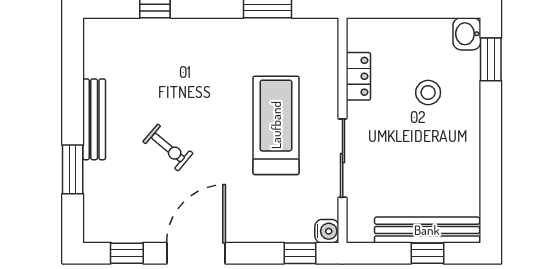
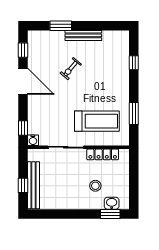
washbasin: (467, 34) -> (112, 203), moved
locker: (358, 76) -> (103, 154), width x1.53
treadmill: (276, 125) -> (97, 121), moved

